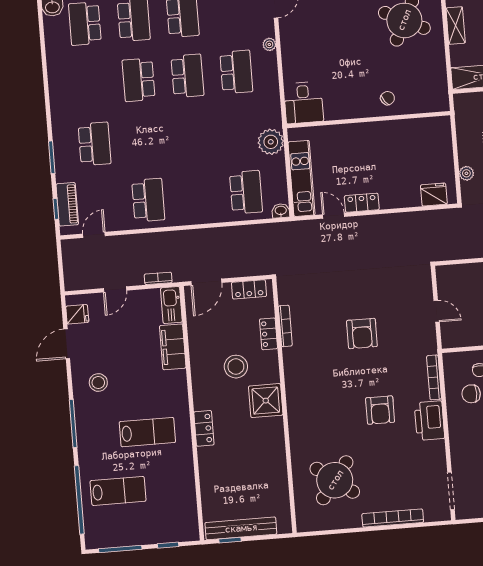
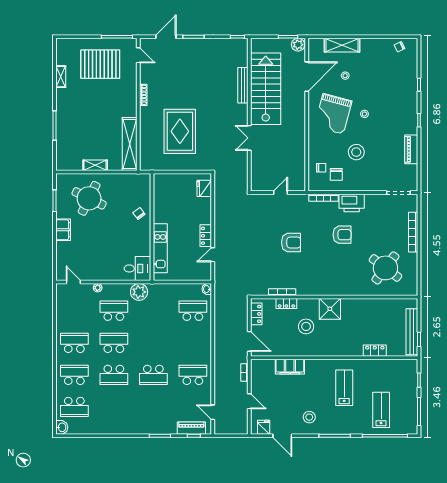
plant: (271, 142) -> (139, 292), moved
school desk: (95, 144) -> (153, 375), moved, turned 180
plant: (466, 173) -> (192, 166), removed
kitchen unit: (302, 178) -> (160, 248), moved, turned 90
kitchen sink: (171, 305) -> (263, 365), removed
locker: (204, 428) -> (375, 351), moved

